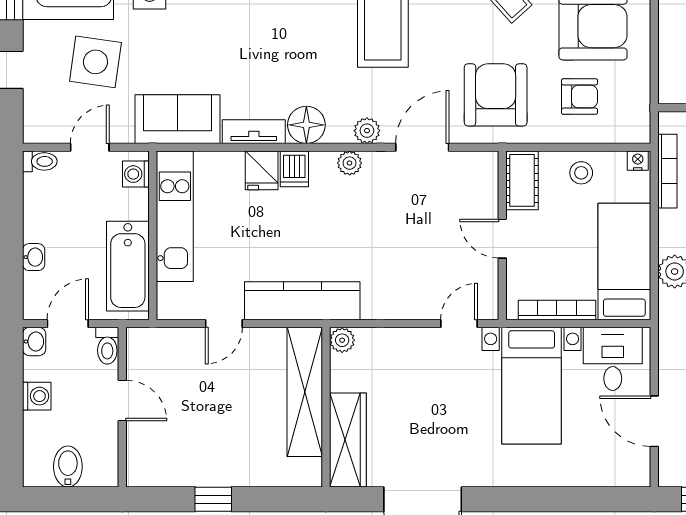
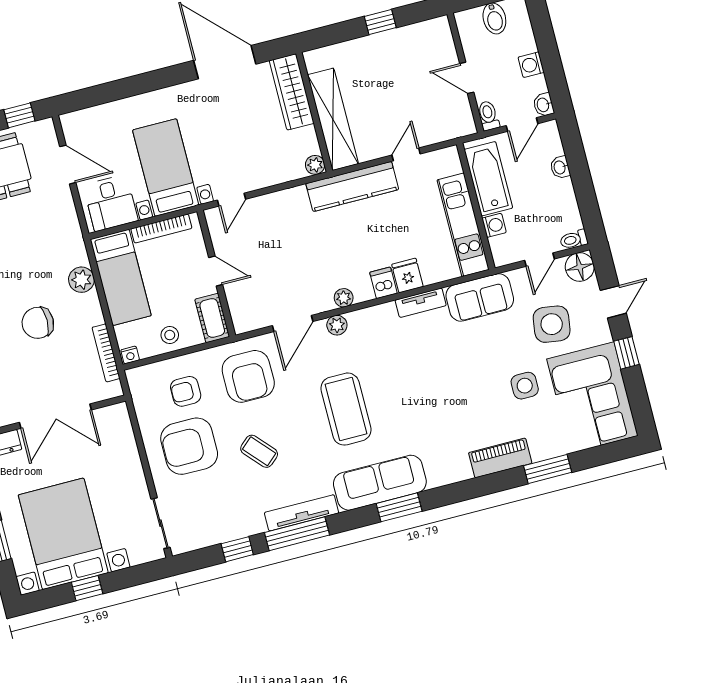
floor lamp: (306, 125) -> (580, 267), moved
washing machine: (136, 174) -> (494, 225), moved

